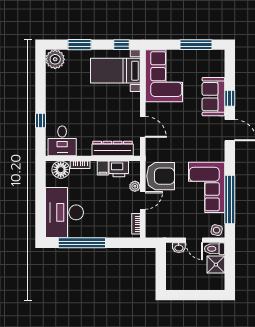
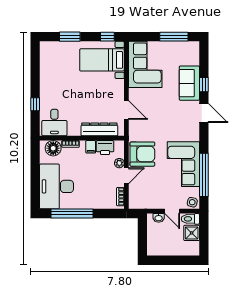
plant: (55, 59) -> (48, 50), removed

